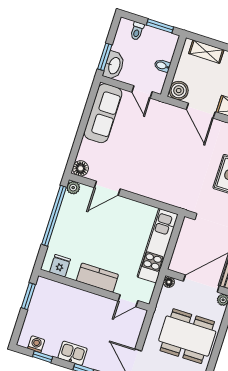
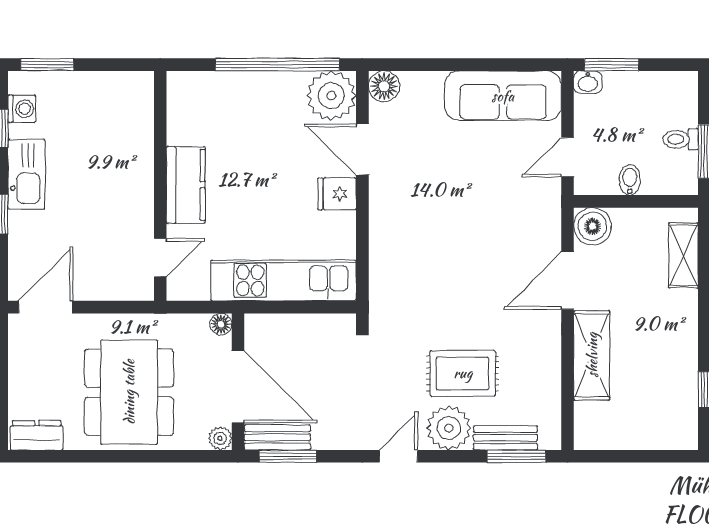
toilet: (137, 31) -> (681, 139), moved
washbasin: (114, 66) -> (588, 82), width x0.52, depth x0.69
plant: (73, 188) -> (331, 96), width x1.88, depth x1.88
fridge: (60, 266) -> (337, 194), moved, turned 180
window: (28, 296) -> (47, 65), moved
door: (128, 301) -> (160, 258), swing flipped
kitchen sink: (73, 353) -> (26, 174), width x1.38

